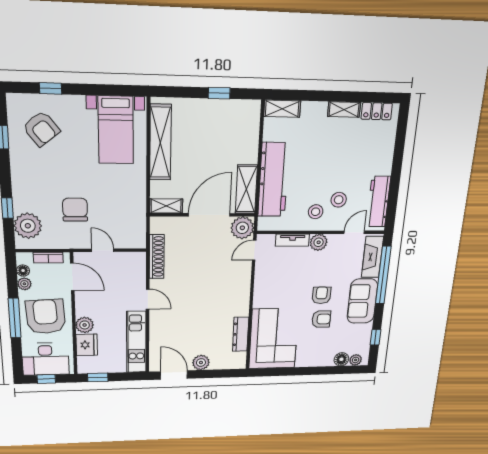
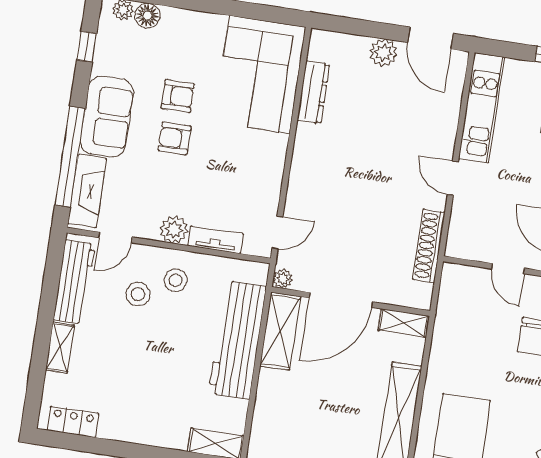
shelving: (344, 109) -> (60, 347), moved, turned 90
plant: (242, 228) -> (283, 279), width x0.53, depth x0.53
armchair: (322, 295) -> (175, 138), turned 90
armchair: (321, 319) -> (178, 96), turned 180

